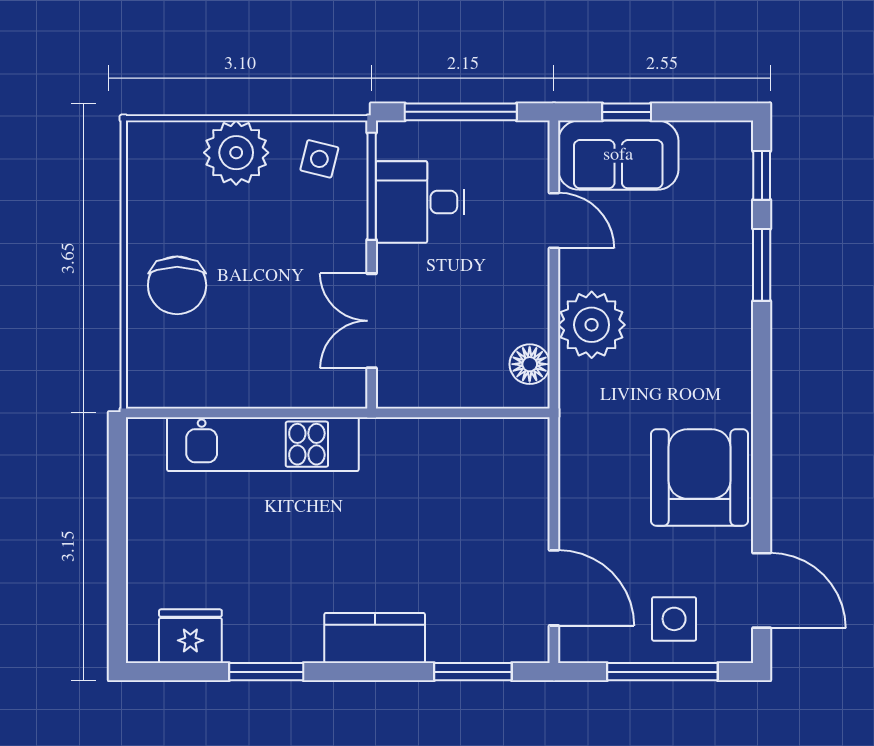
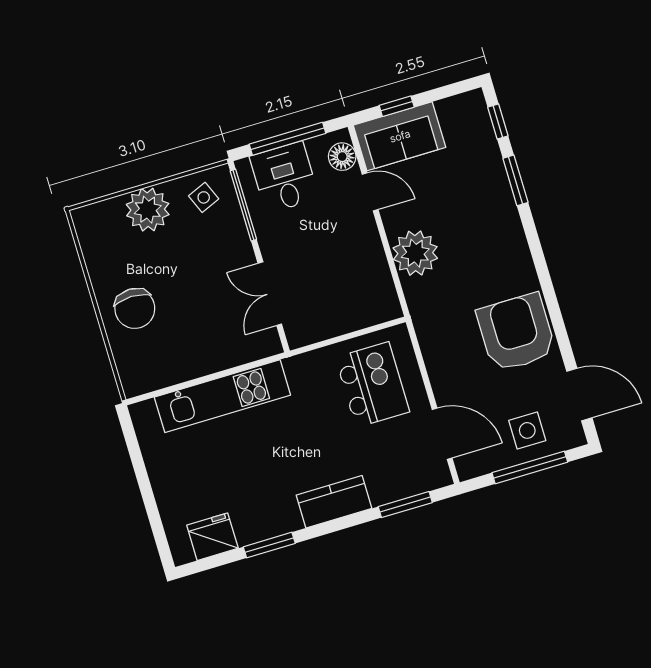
side table: (319, 159) -> (204, 197), turned -37
desk: (420, 202) -> (284, 177), moved, turned 90
floor lamp: (530, 364) -> (342, 157), moved
kitchen island: (477, 491) -> (372, 385), added

